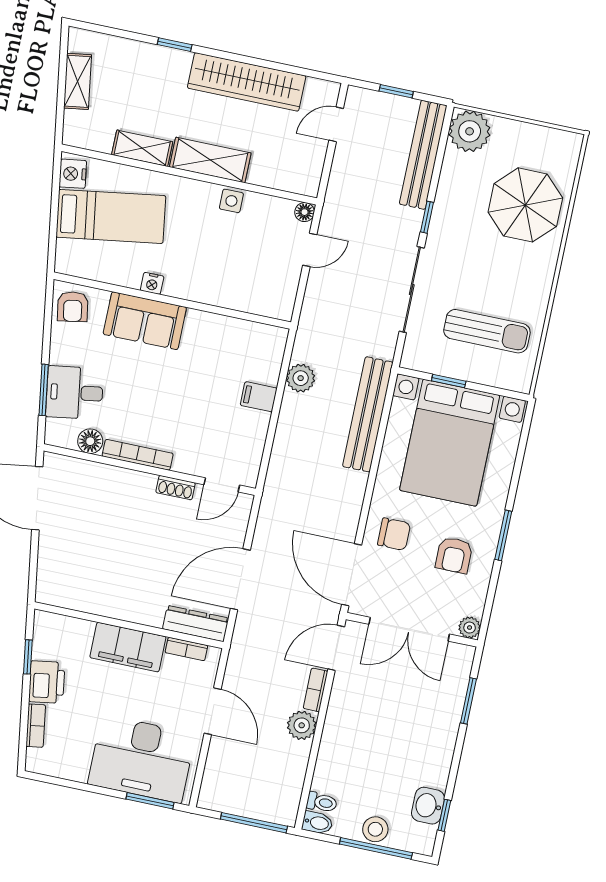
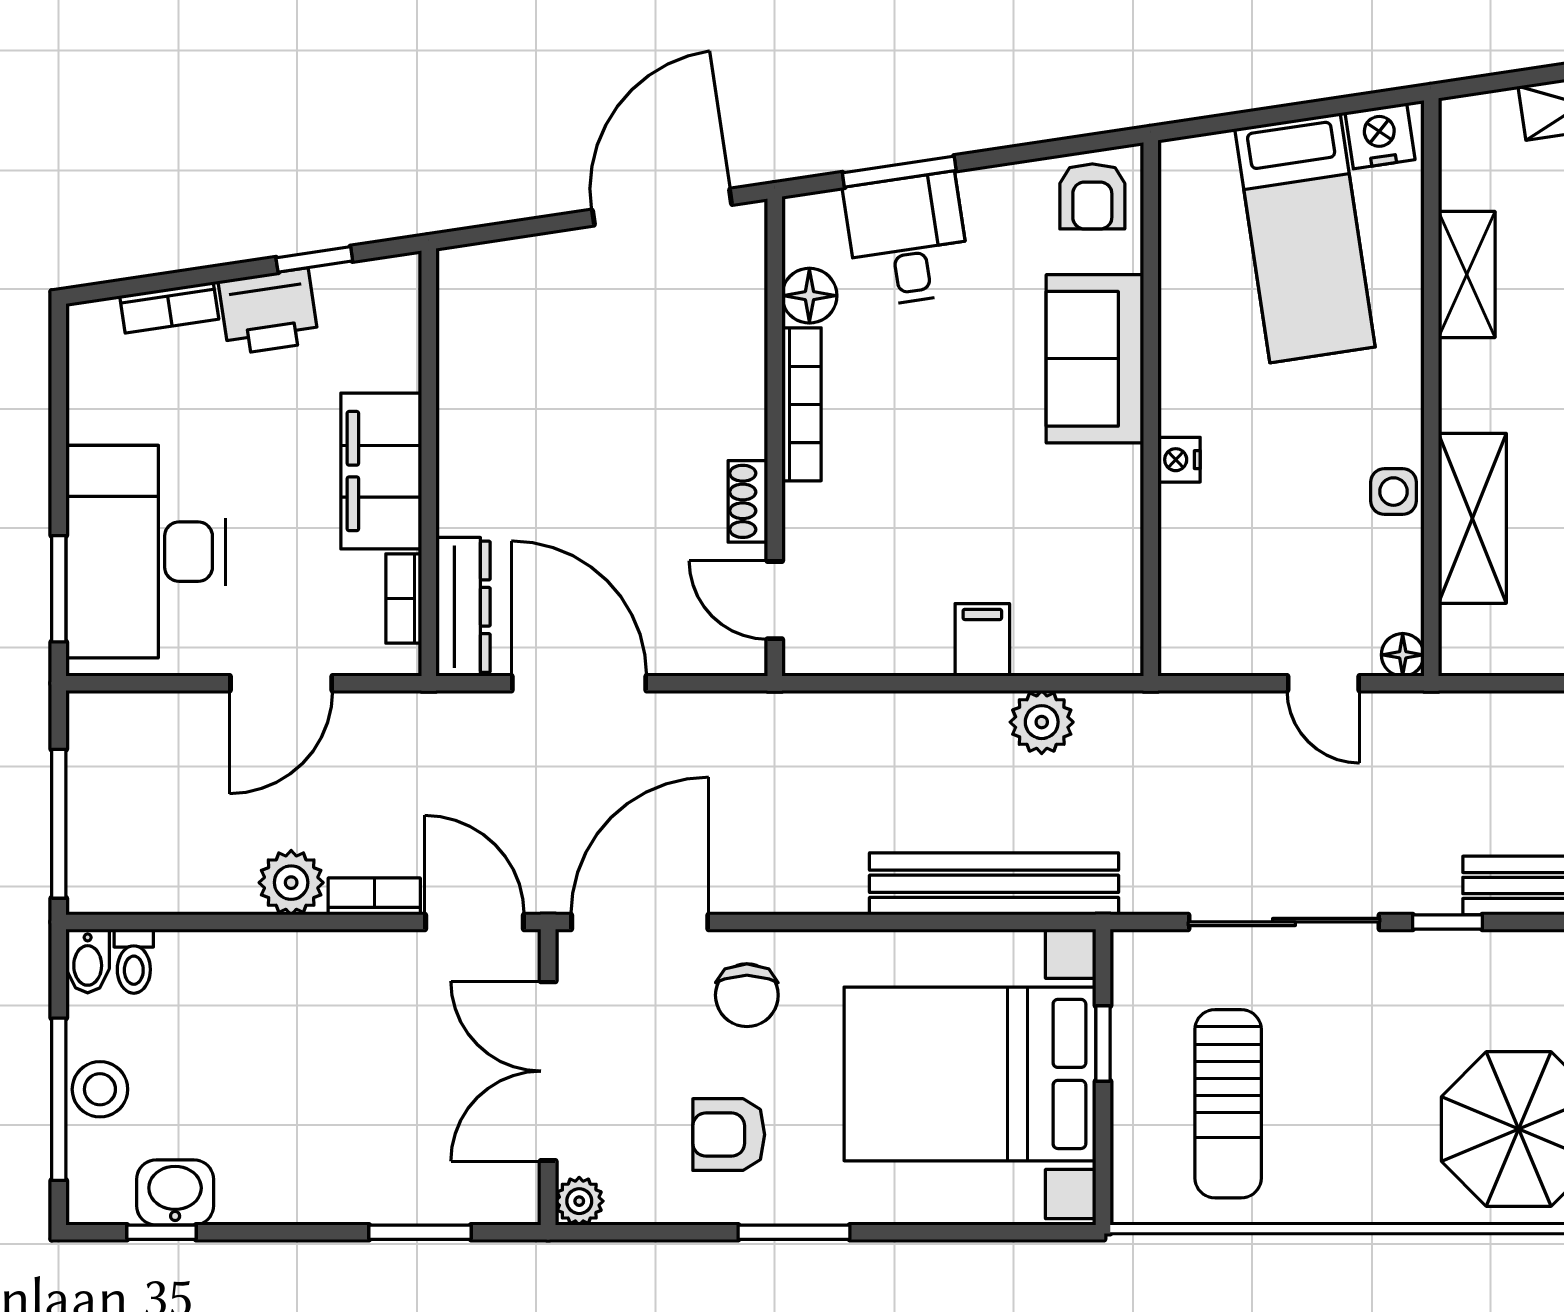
shelving: (210, 160) -> (1472, 518), moved
nightstand: (152, 283) -> (1179, 460), moved
armchair: (73, 307) -> (1092, 196), turned -80

